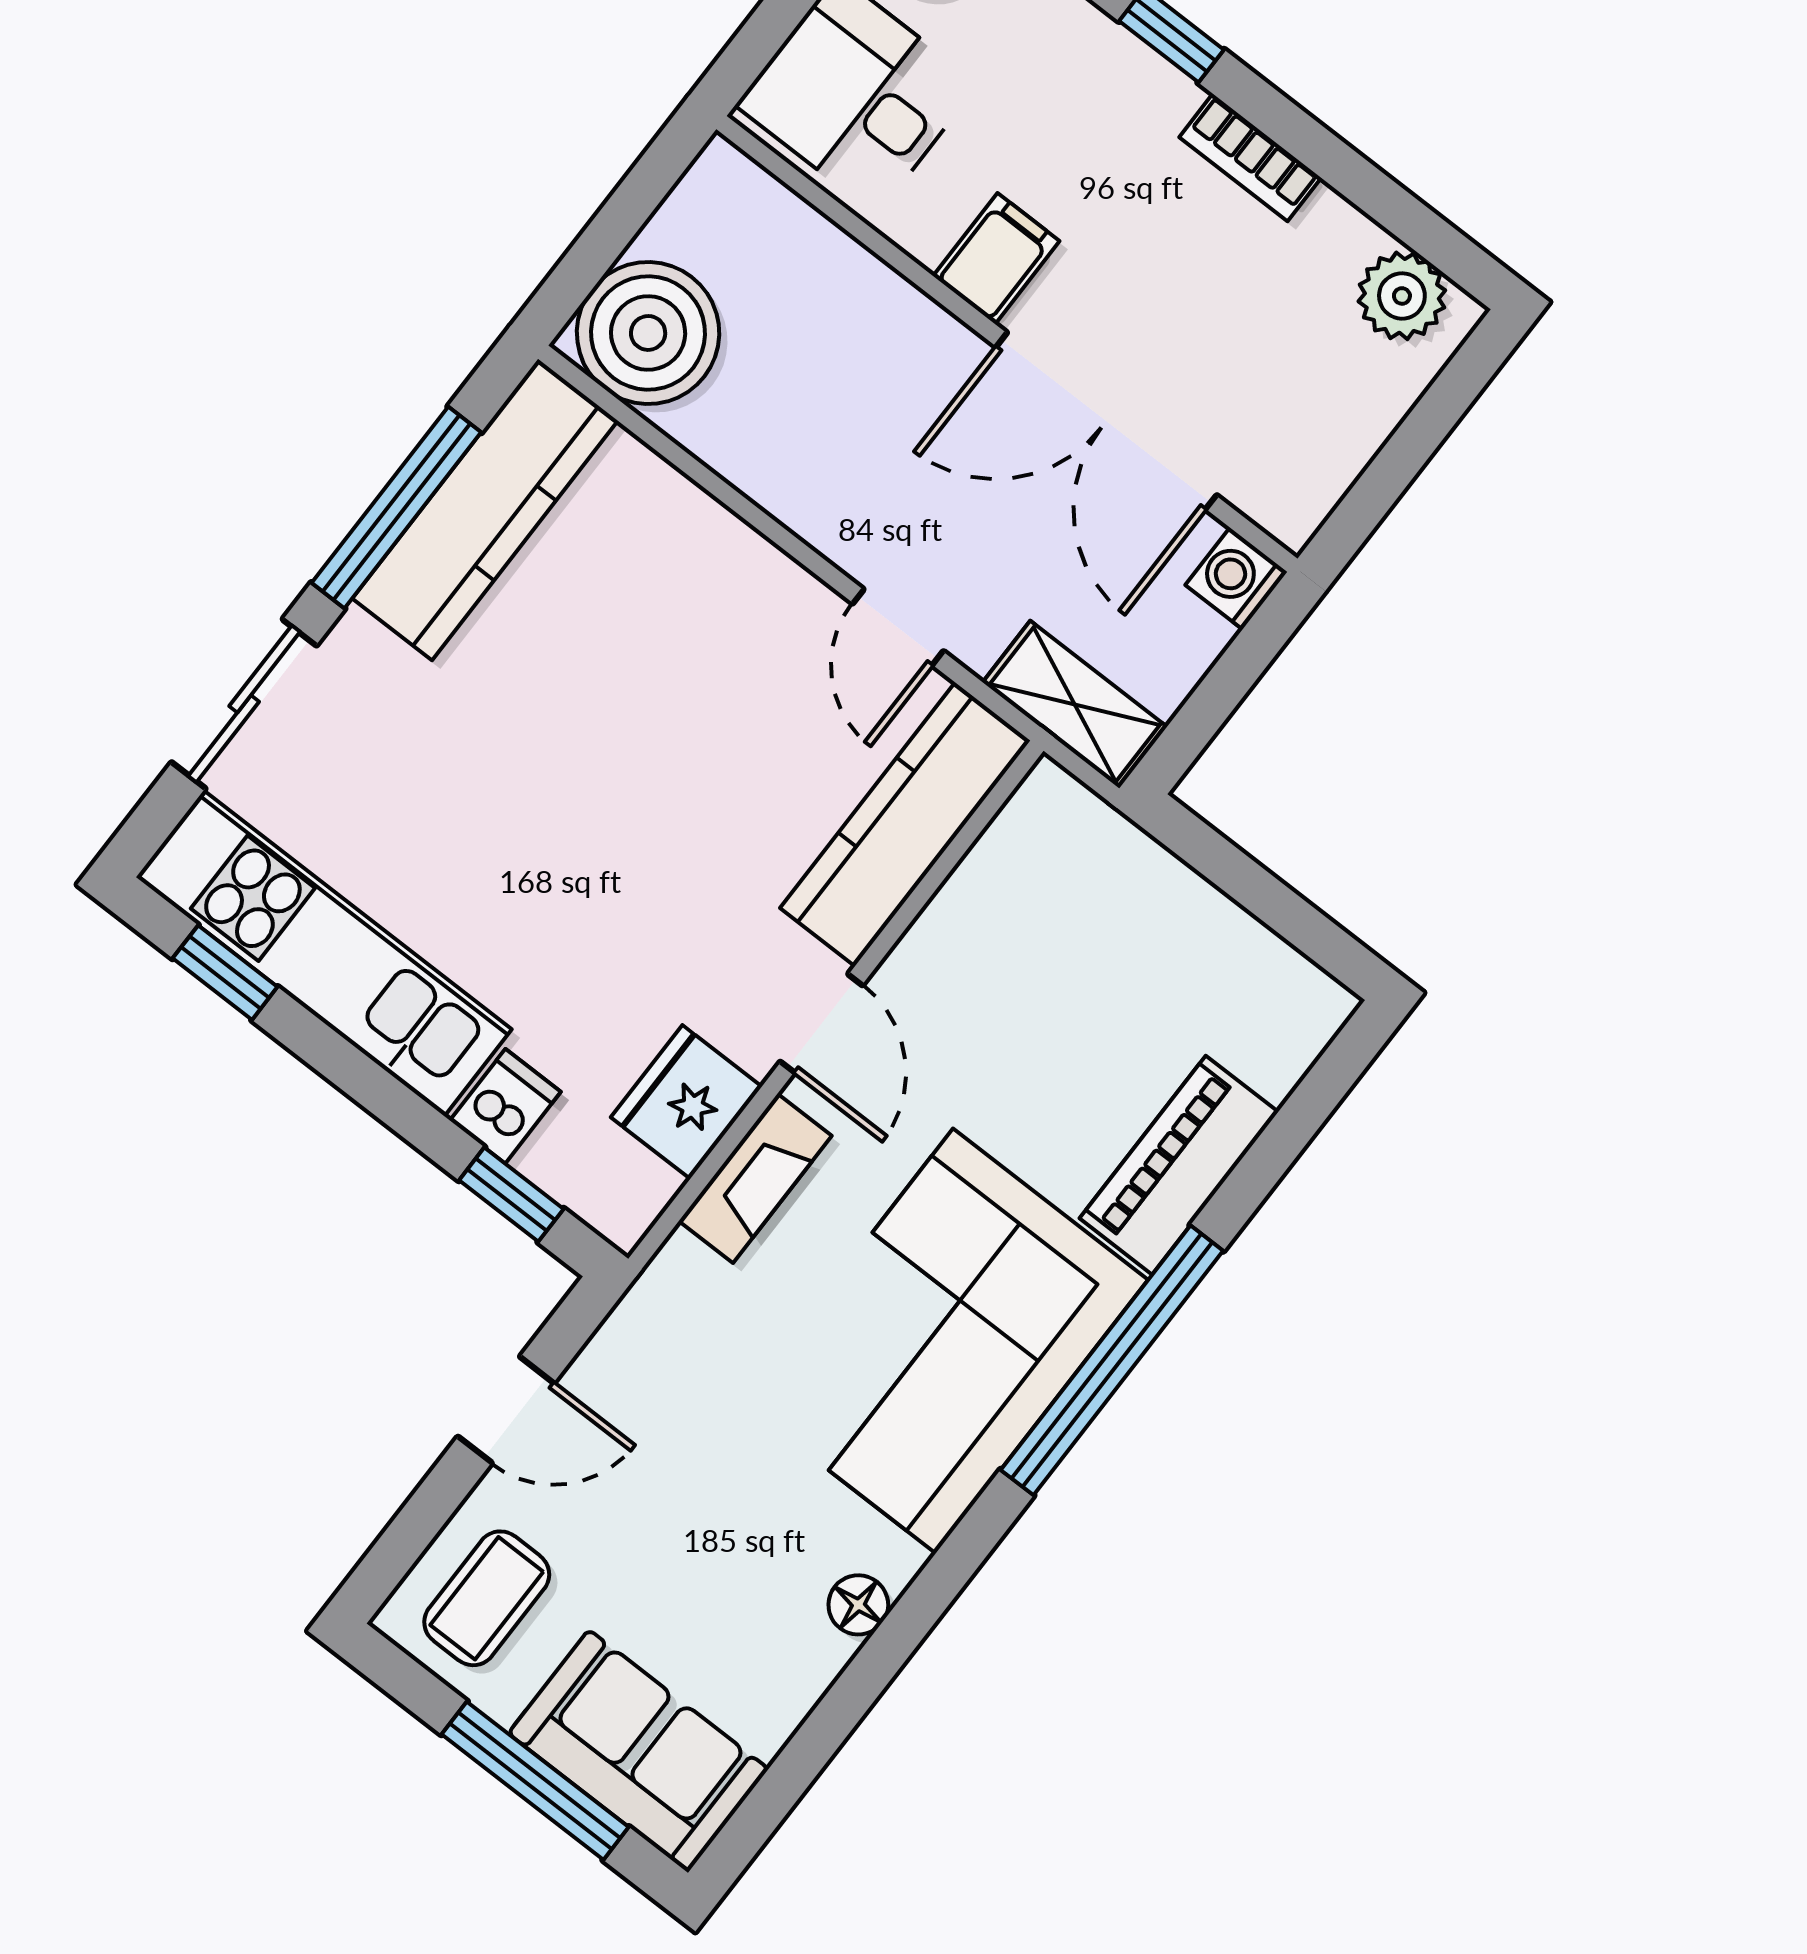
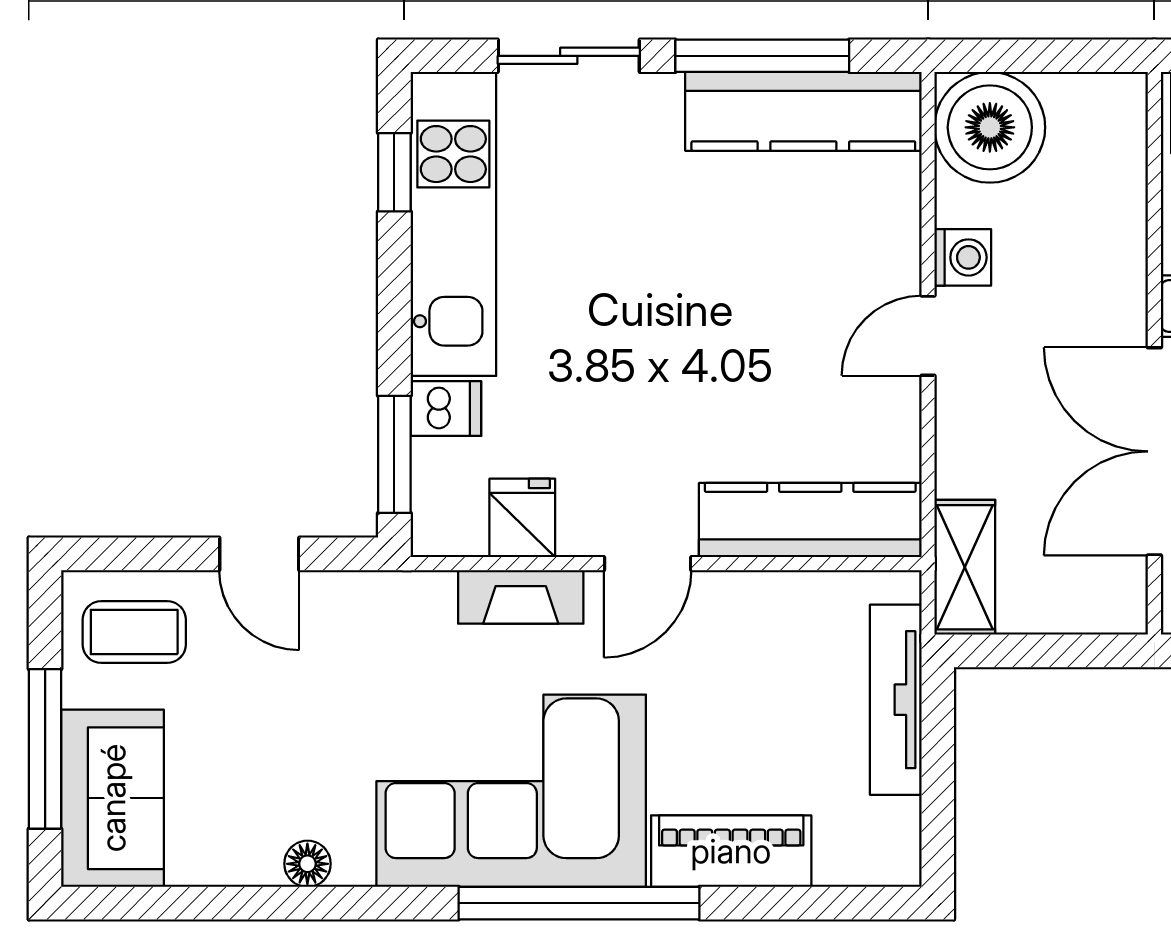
washing machine: (1236, 578) -> (963, 257), moved, turned 90
door: (898, 627) -> (928, 336), moved
tv unit: (1155, 879) -> (896, 700), added
fridge: (686, 1102) -> (522, 518), width x0.72
window: (511, 1195) -> (394, 454), width x1.50

